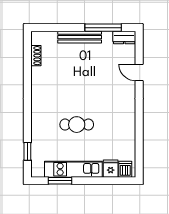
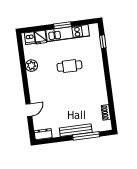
window: (103, 28) -> (86, 136), moved
door: (139, 72) -> (29, 110), hinge flipped
plant: (128, 132) -> (32, 66), added
window: (60, 181) -> (63, 25), moved

